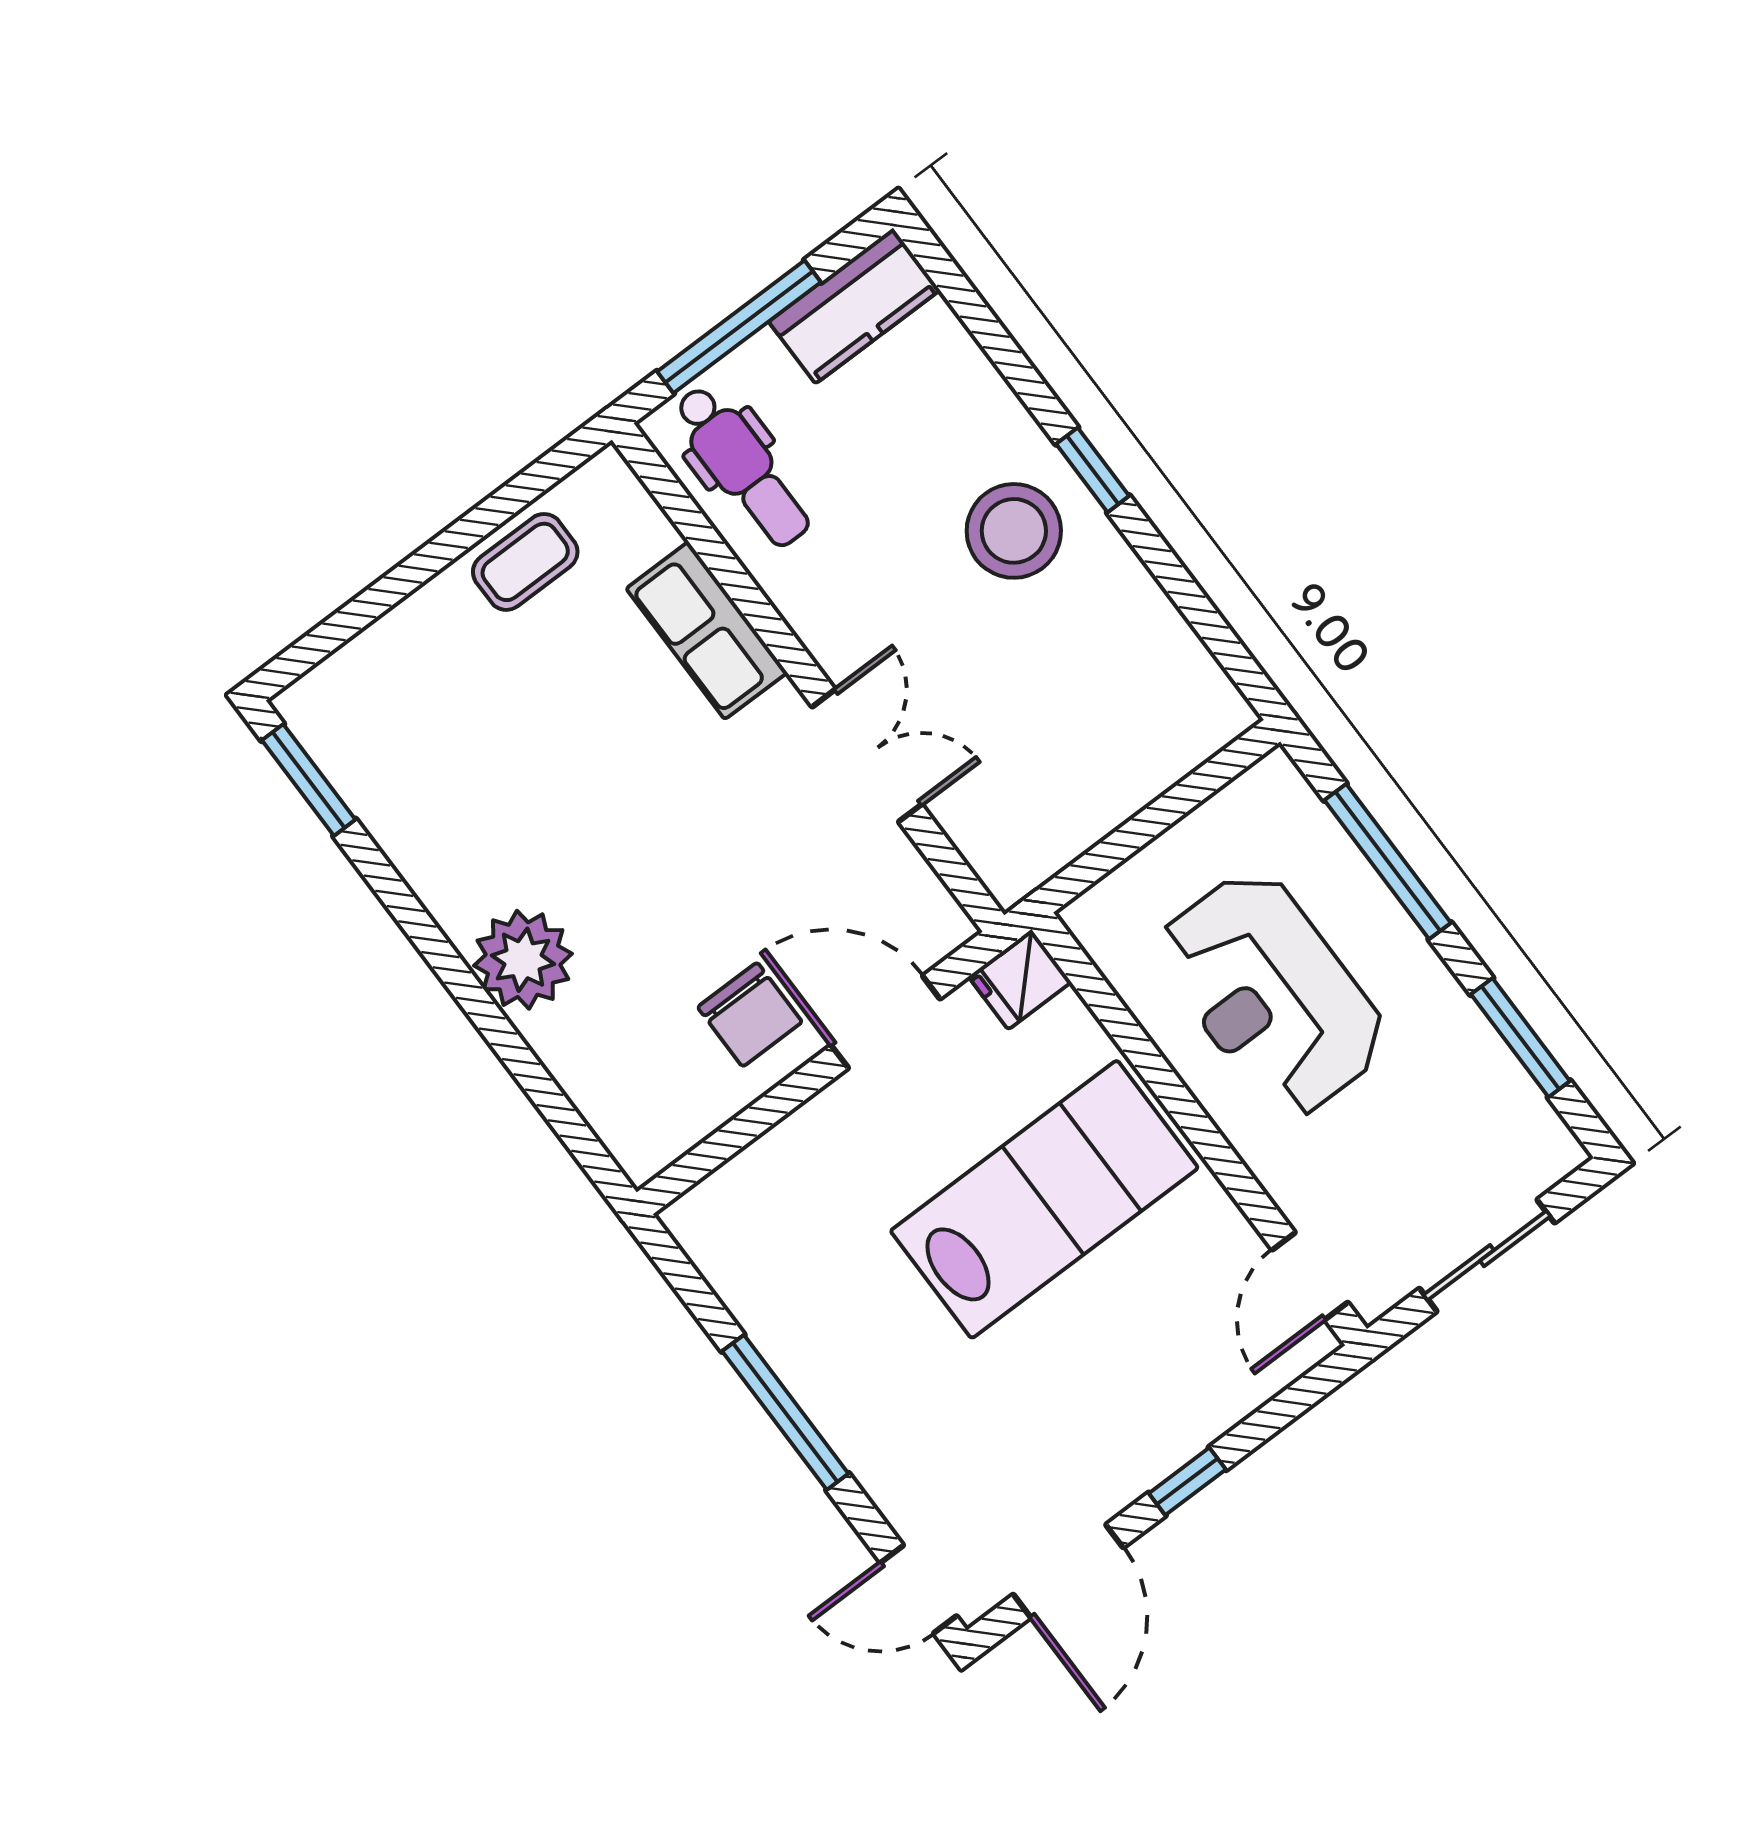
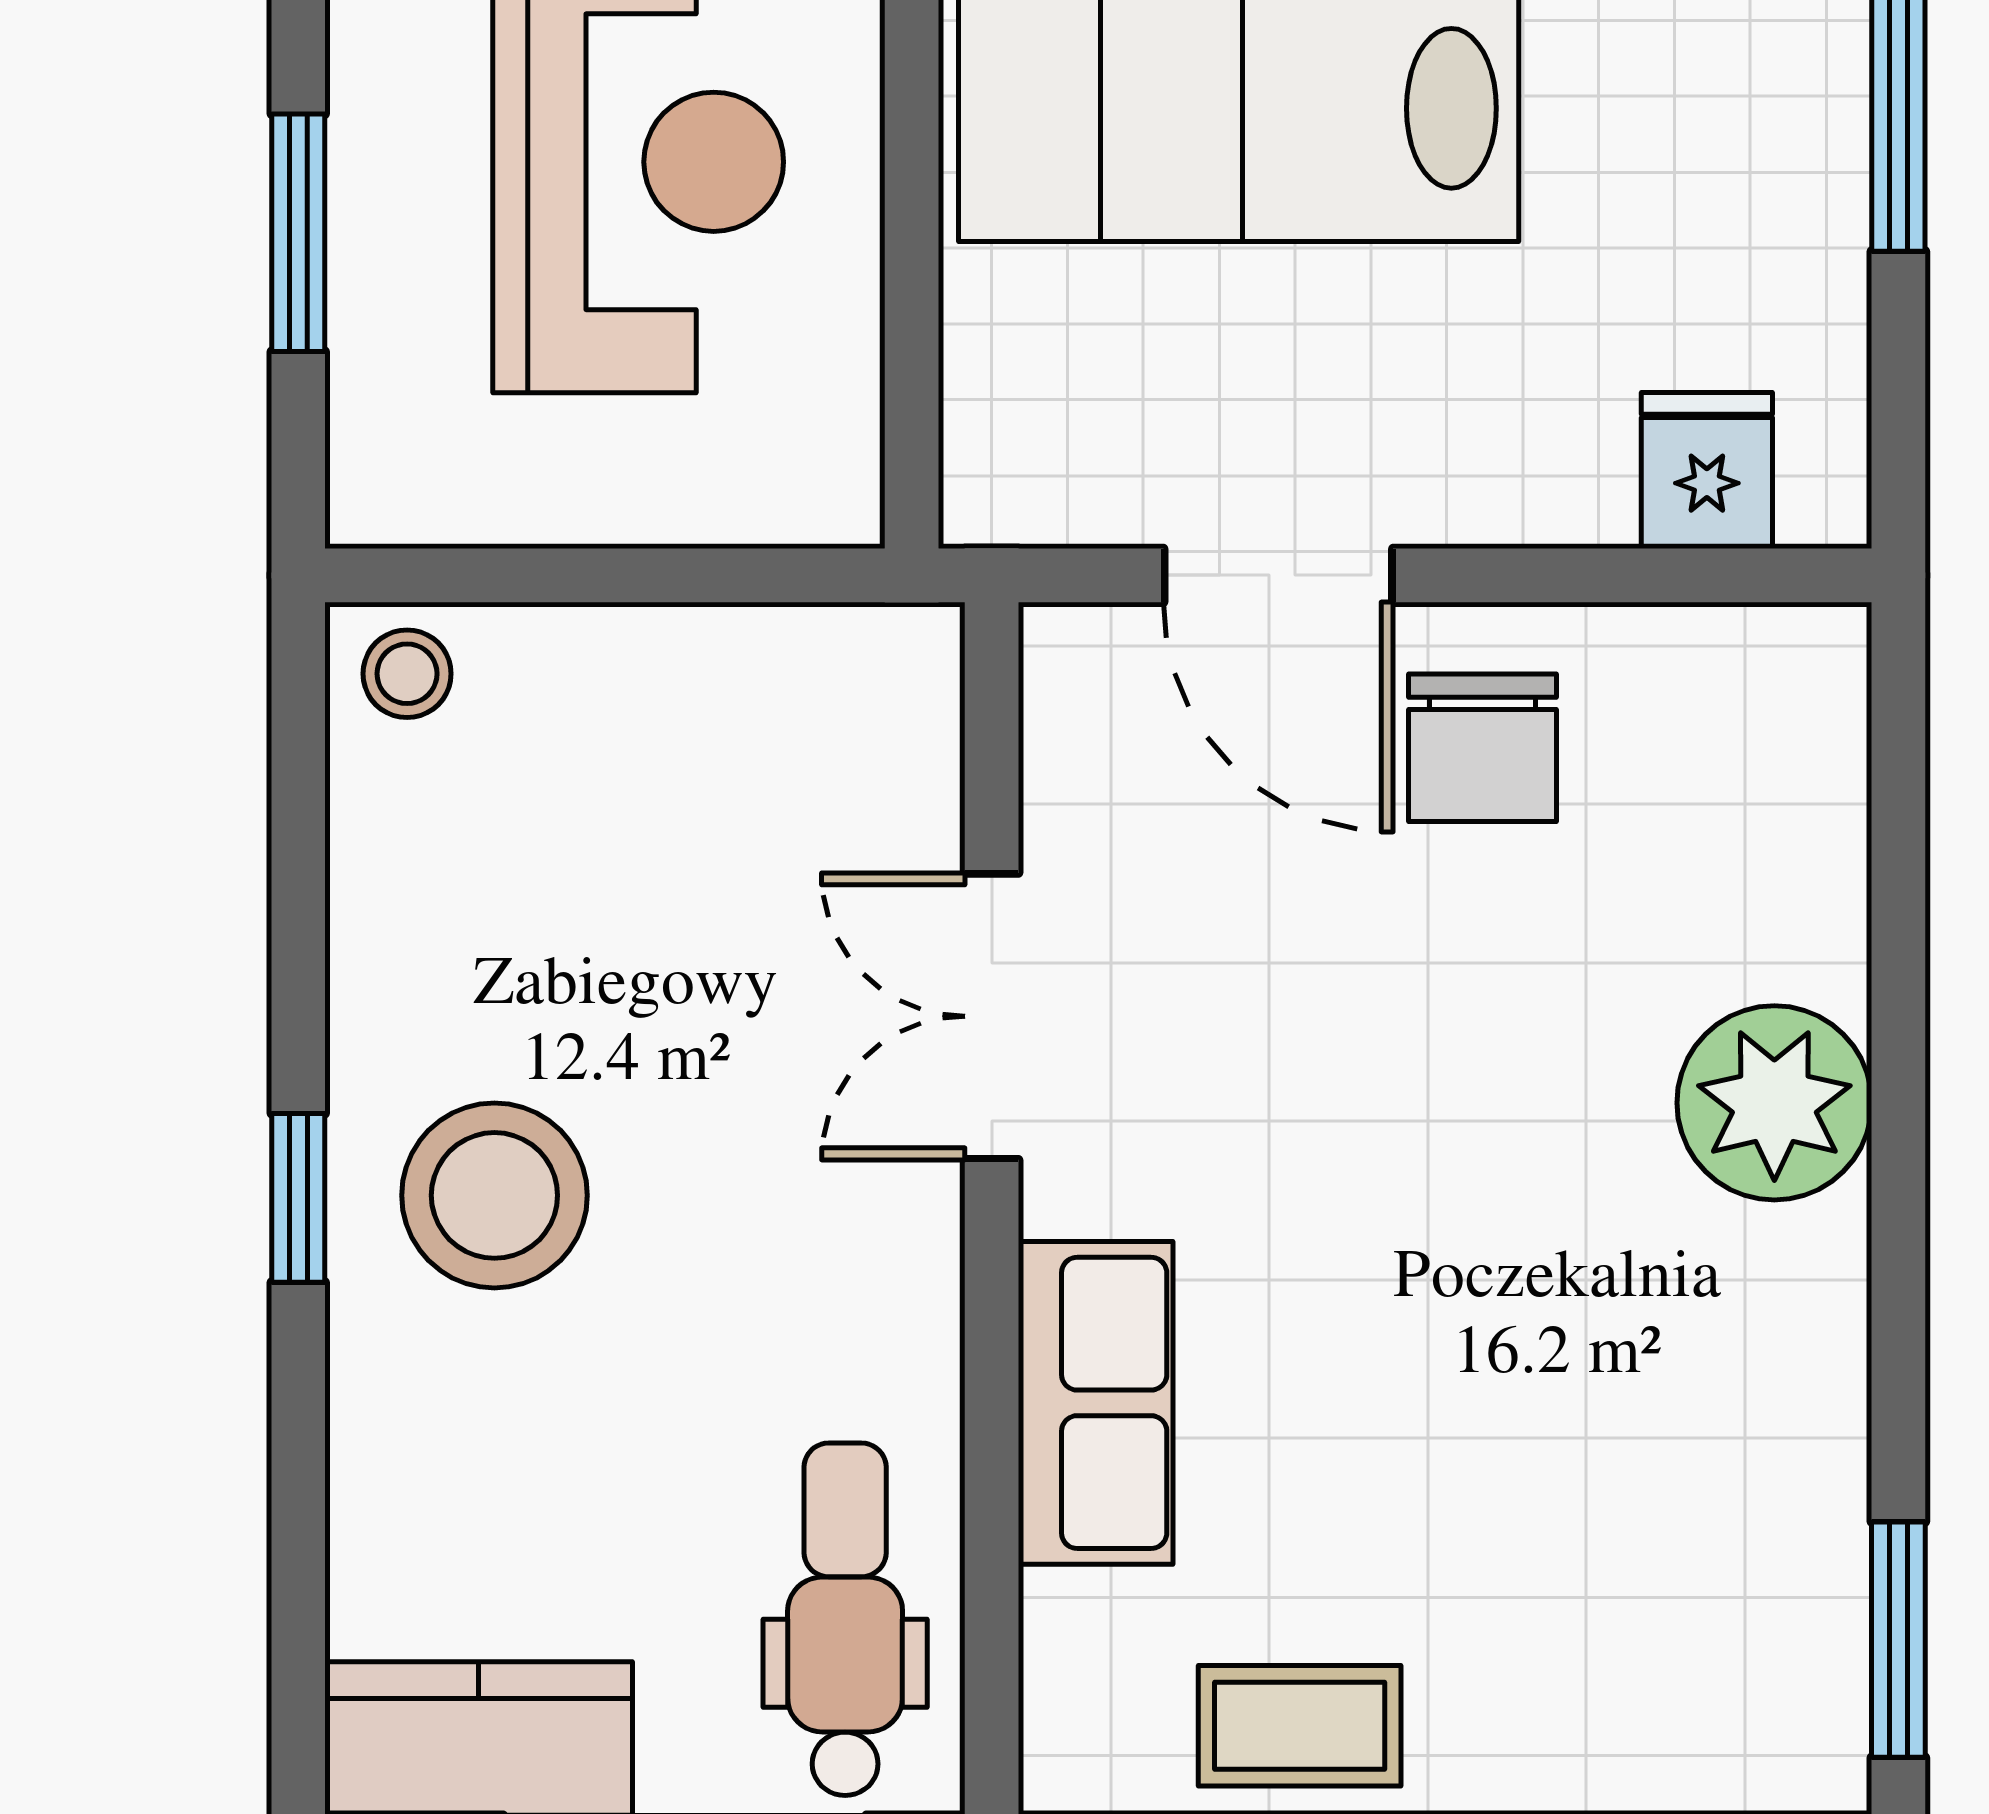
stool: (1209, 716) -> (407, 674), added
window: (1388, 861) -> (298, 233), width x0.69
fridge: (1020, 979) -> (1707, 471), moved, turned -90
chair: (750, 1015) -> (1483, 748), turned 180

